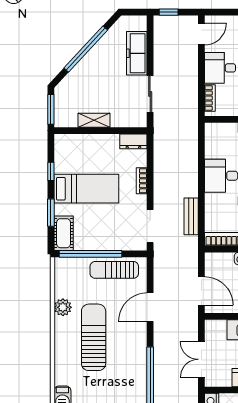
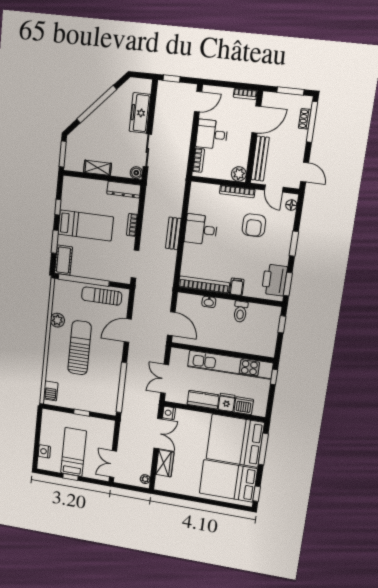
boiler: (140, 120) -> (136, 173), added
dresser: (133, 141) -> (124, 190), width x1.44
bench: (191, 216) -> (173, 233), moved

